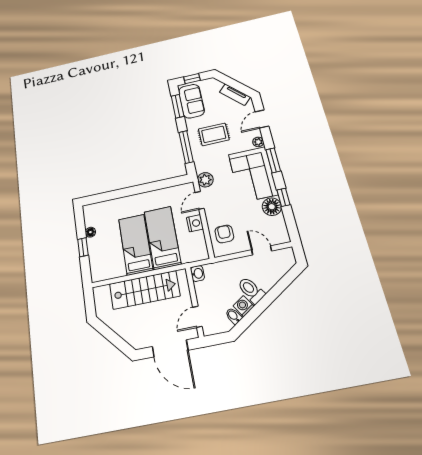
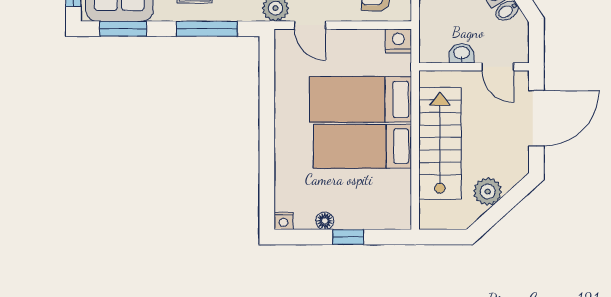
nightstand: (87, 210) -> (283, 221), added
nightstand: (195, 223) -> (398, 41), moved
washbasin: (197, 274) -> (462, 53), moved
plant: (120, 325) -> (488, 191), added

